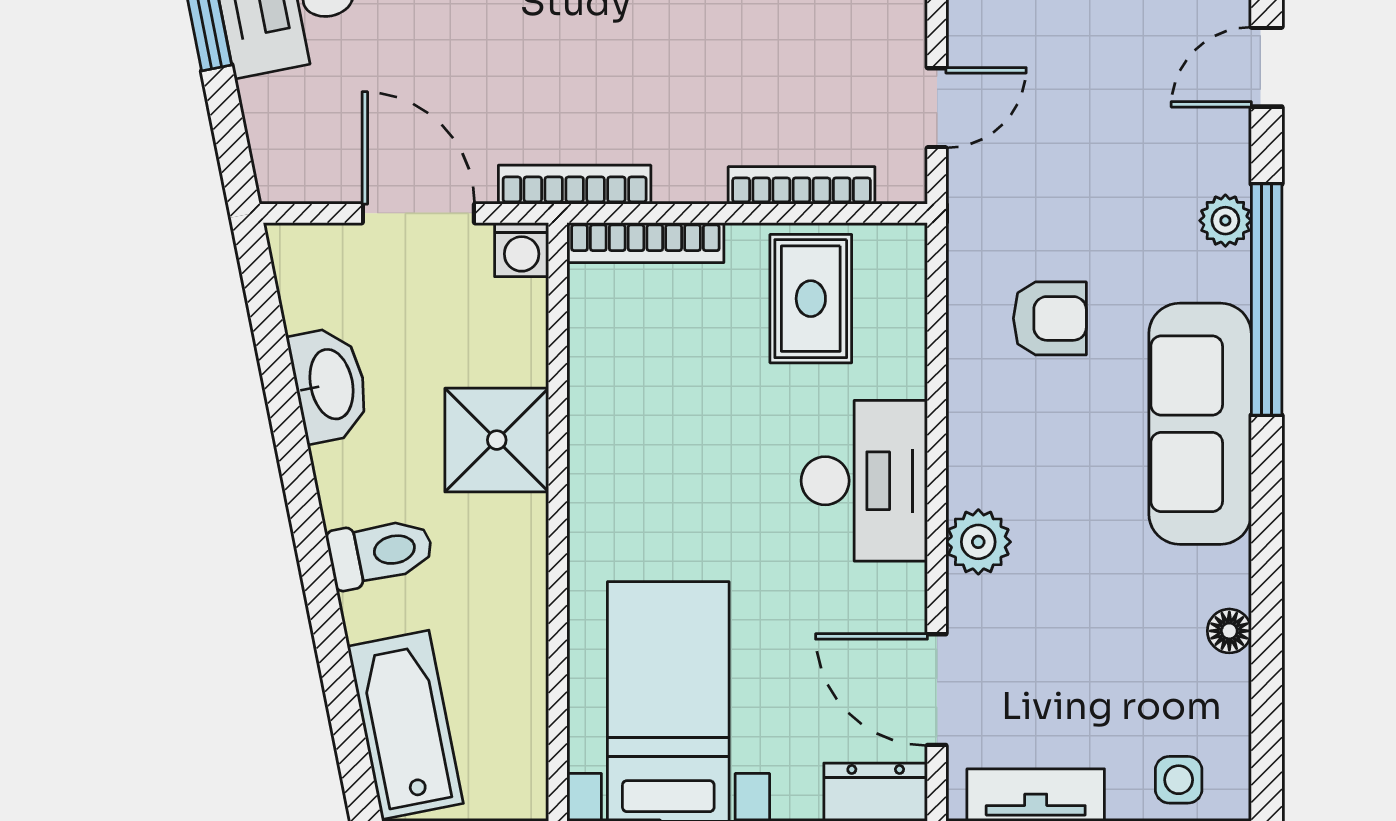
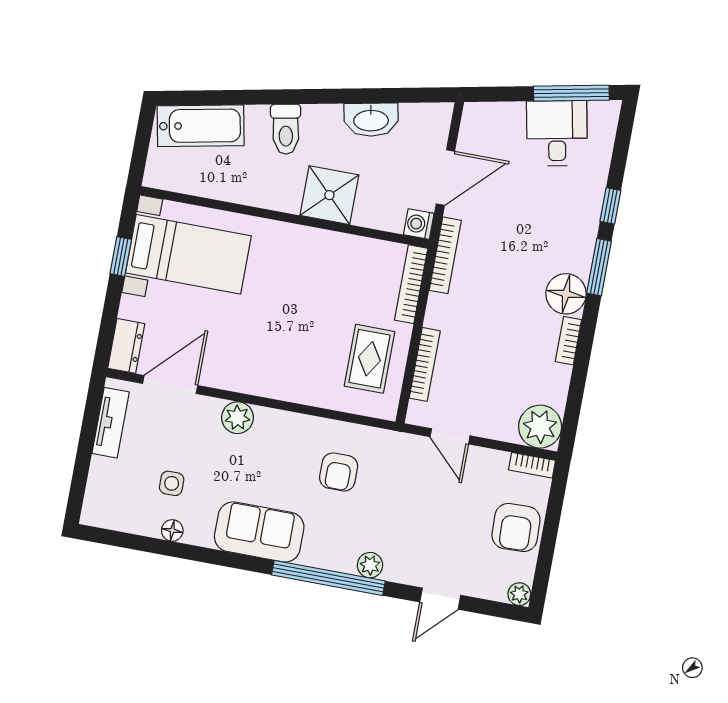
door: (1267, 67) -> (440, 599), swing flipped
rug: (811, 299) -> (369, 359), turned 90
sofa: (1200, 424) -> (259, 532), width x0.73
desk: (864, 481) -> (277, 368), removed
side table: (1179, 780) -> (172, 483), moved

